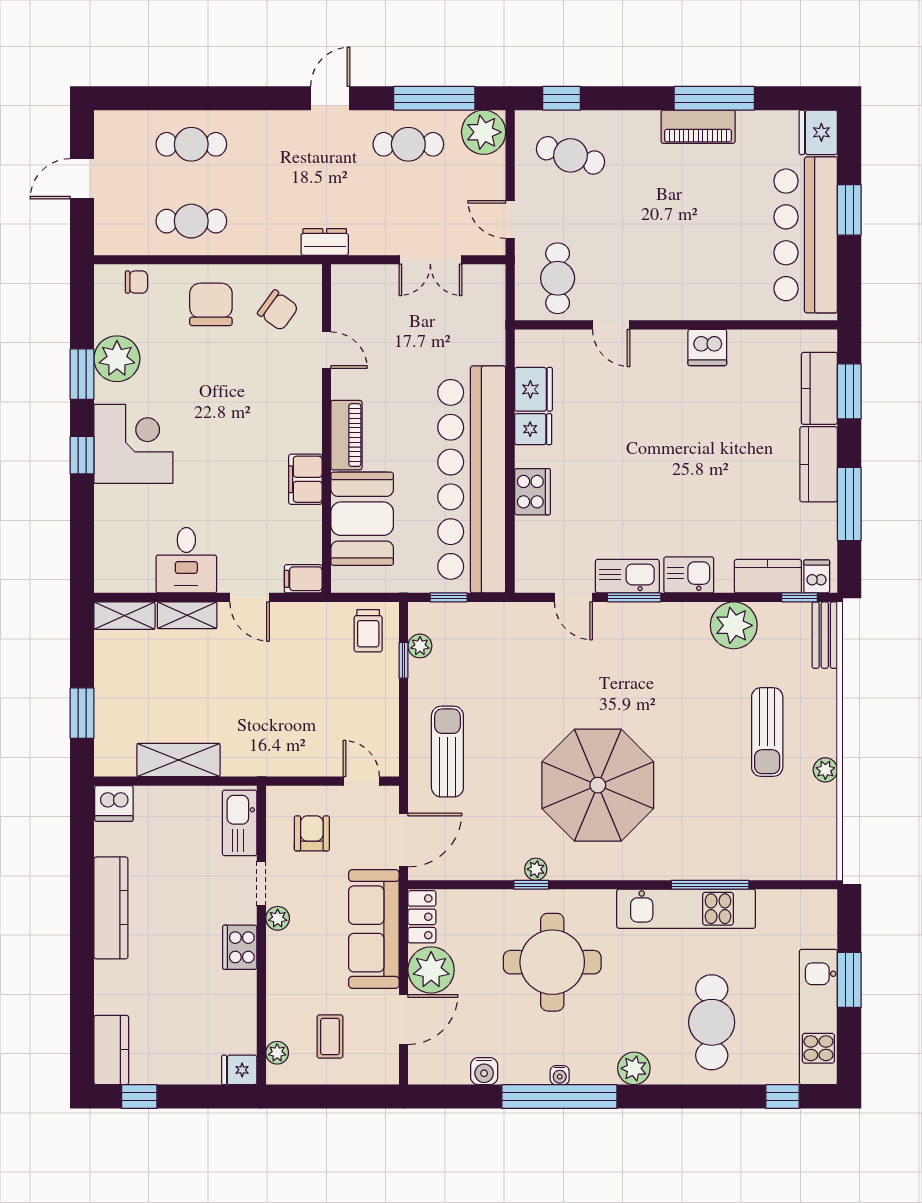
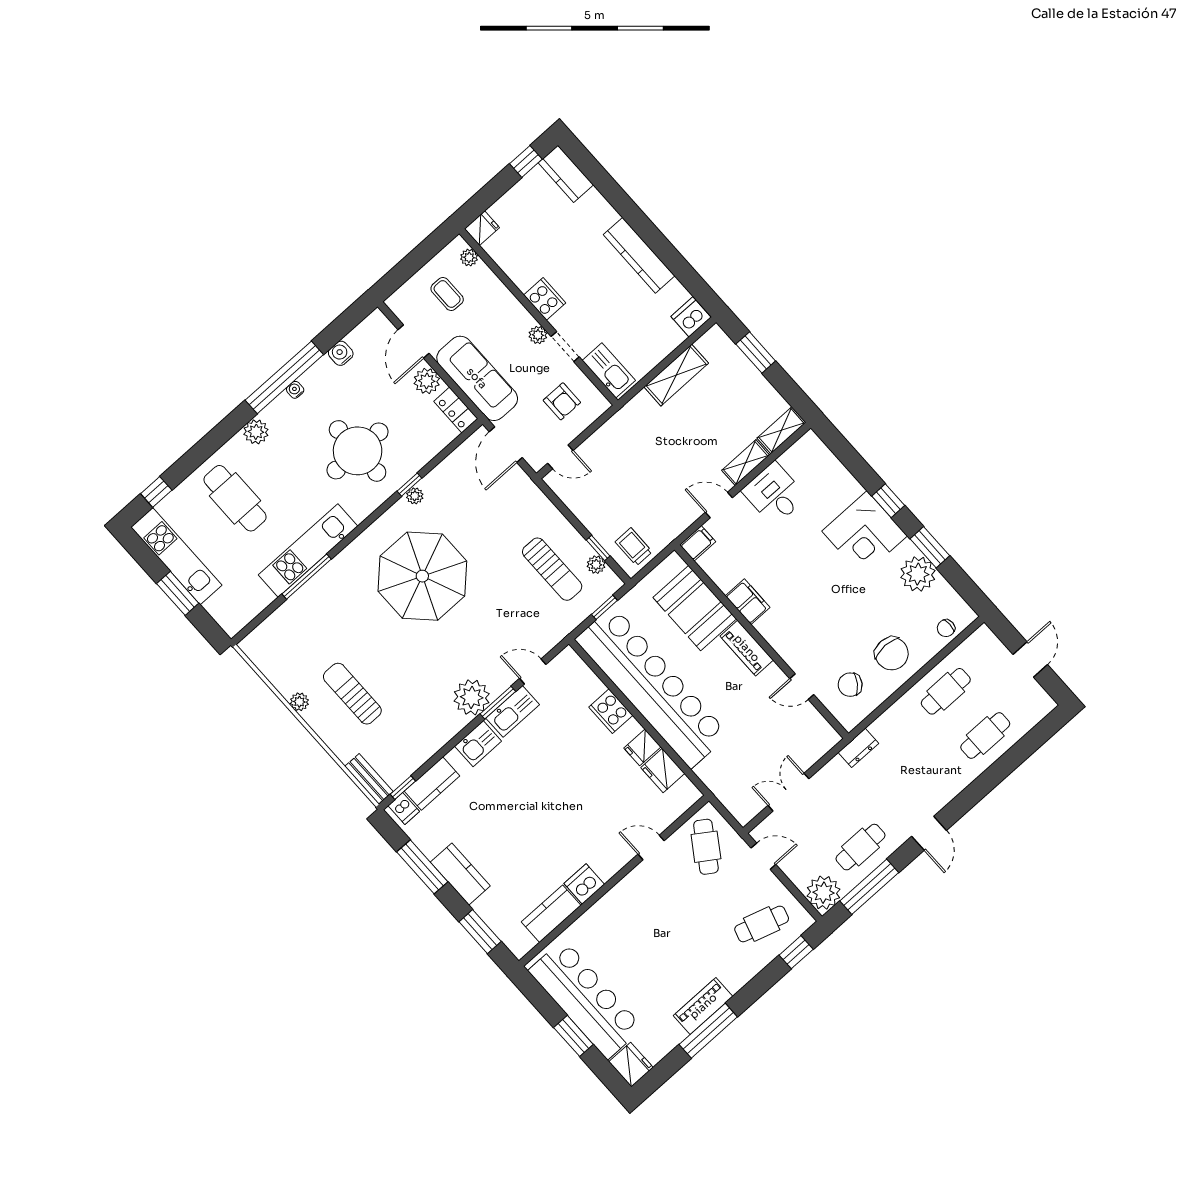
cafe table: (558, 278) -> (706, 847), turned 34
kitchen counter: (819, 388) -> (551, 914), moved, turned -90
plant: (734, 625) -> (472, 697), moved
sun lounger: (447, 752) -> (552, 569), moved
plant: (431, 970) -> (427, 381), width x0.73, depth x0.73

